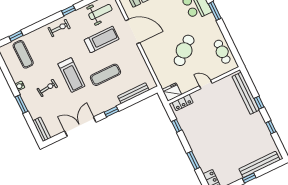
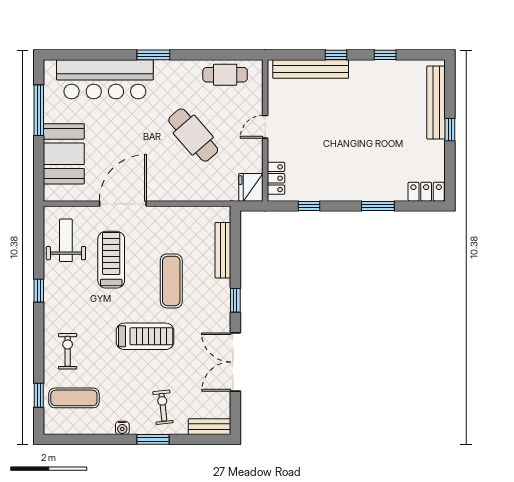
exercise bike: (59, 28) -> (68, 351), moved
exercise bike: (47, 88) -> (163, 407), moved

